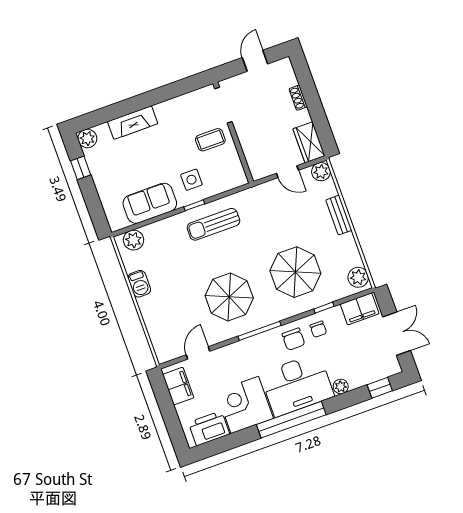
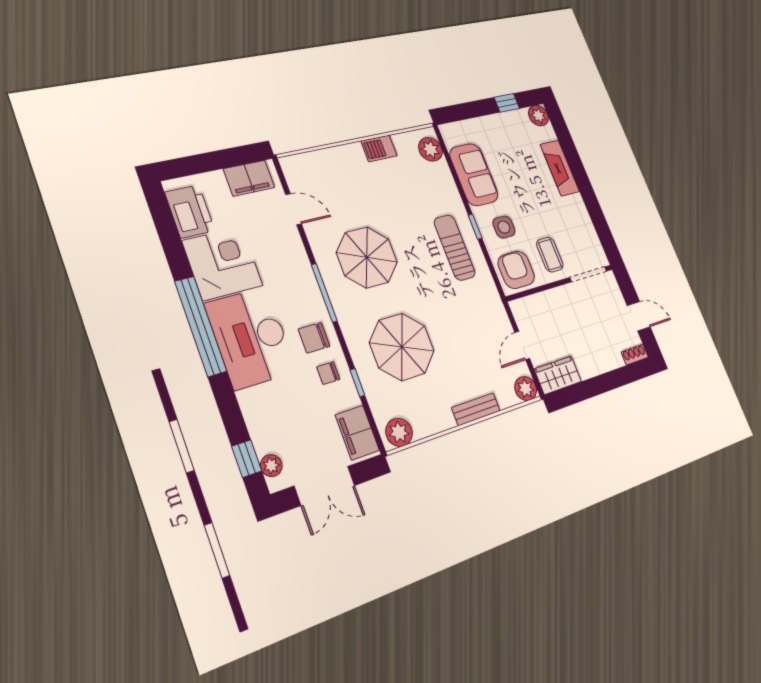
shoe rack: (298, 98) -> (635, 355), moved
armchair: (226, 172) -> (516, 270), added
plant: (341, 387) -> (271, 466), moved

